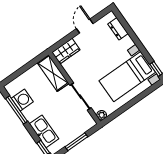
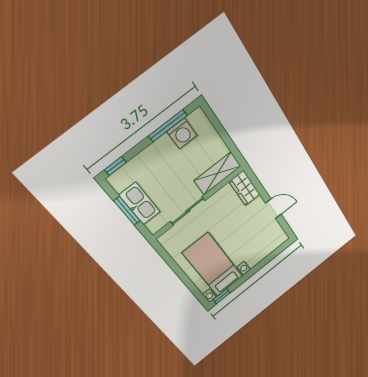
dresser: (118, 29) -> (269, 248), removed
plant: (102, 115) -> (164, 240), removed
kitchen sink: (44, 131) -> (140, 204), moved, turned -90

